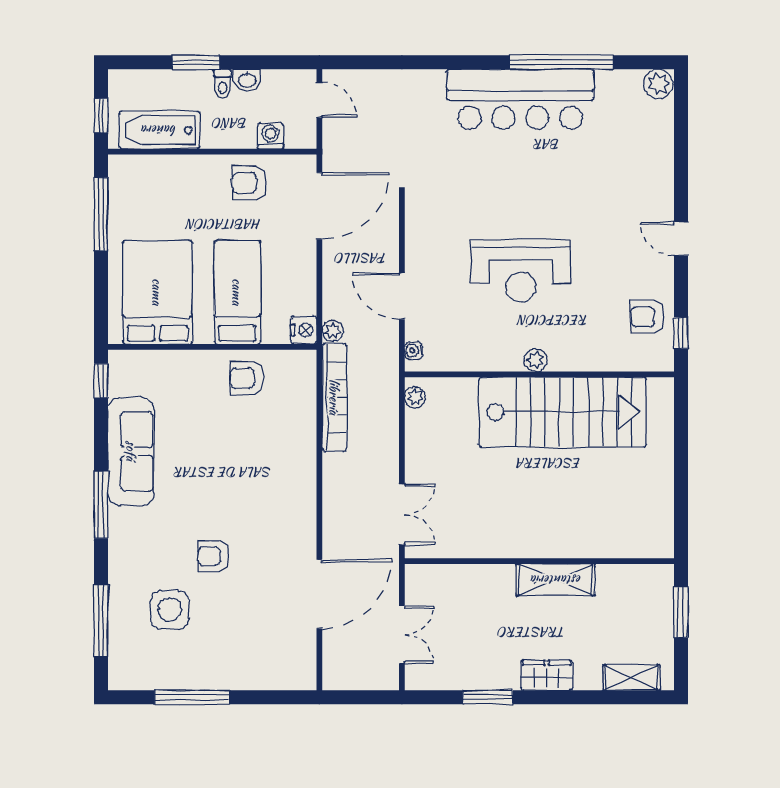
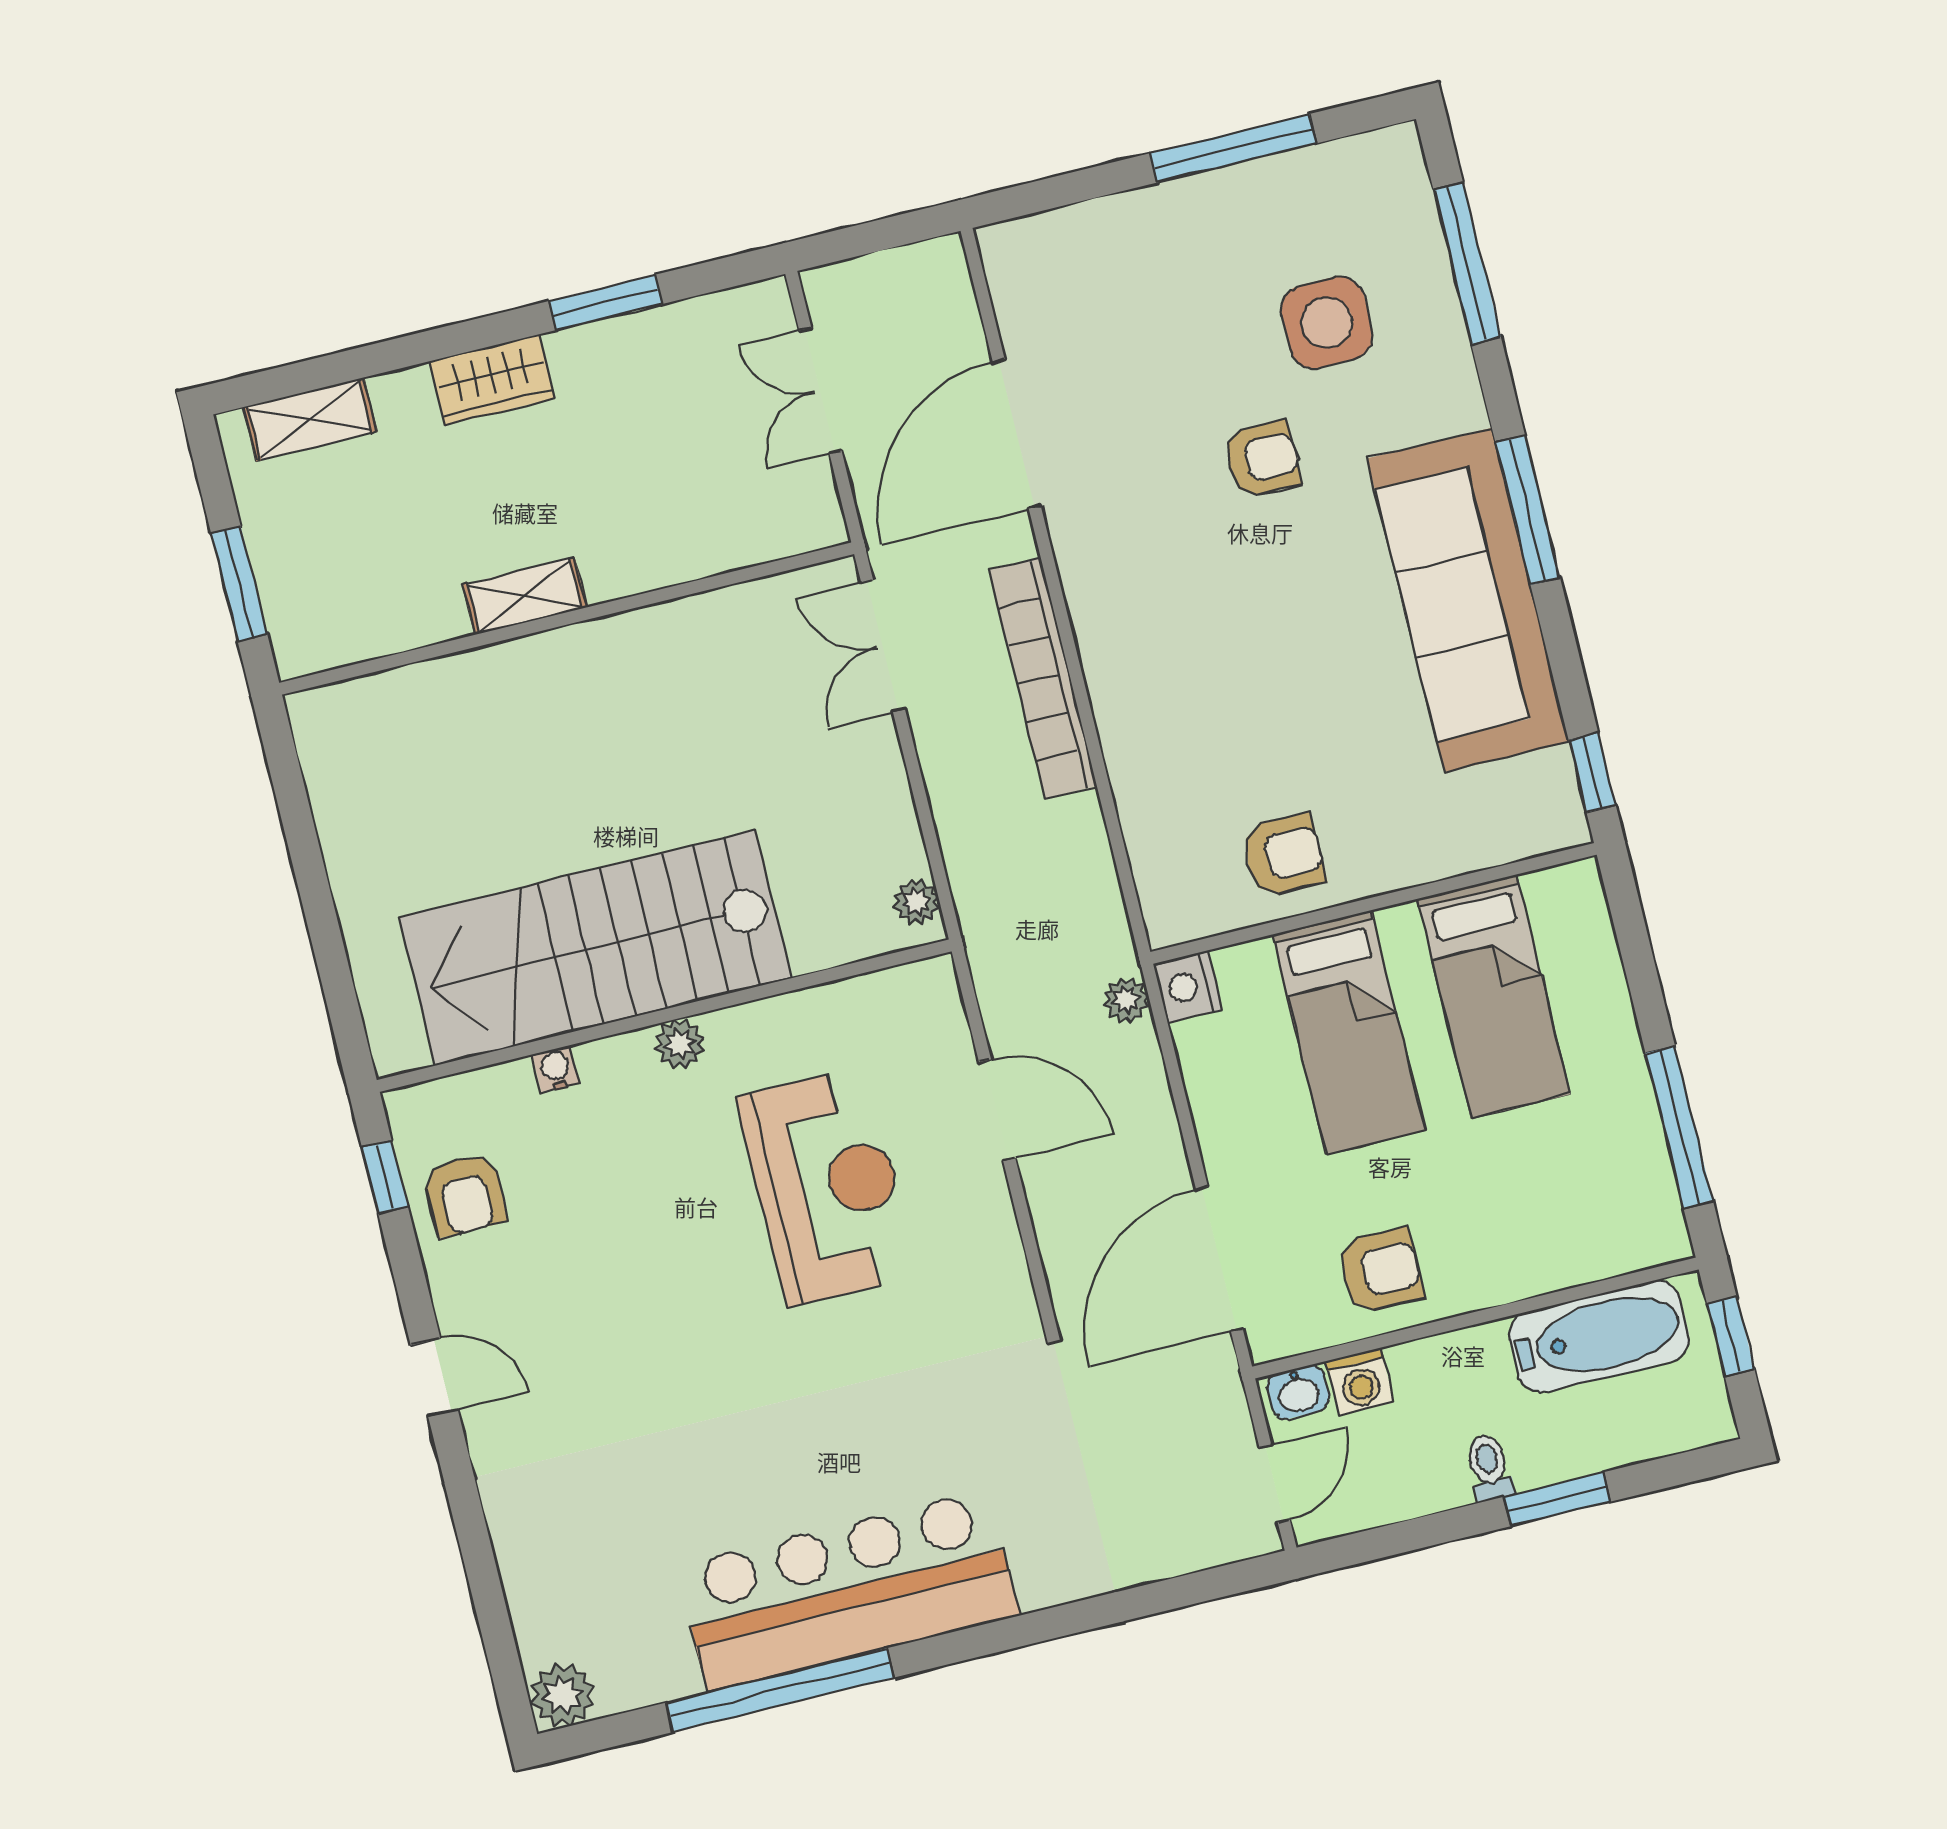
washbasin: (247, 80) -> (1298, 1392), moved, turned 180
door: (319, 100) -> (1275, 1484), swing flipped
reception desk: (521, 271) -> (827, 1186), moved, turned 90
bed: (157, 292) -> (1494, 997), width x0.67
armchair: (647, 317) -> (465, 1195), turned 90
water cooler: (414, 350) -> (556, 1069), moved, turned -90
bookcase: (334, 397) -> (1043, 678), moved
sofa: (131, 451) -> (1468, 600), width x1.36, depth x1.27
shelving: (556, 580) -> (525, 596), width x0.67, depth x0.75

